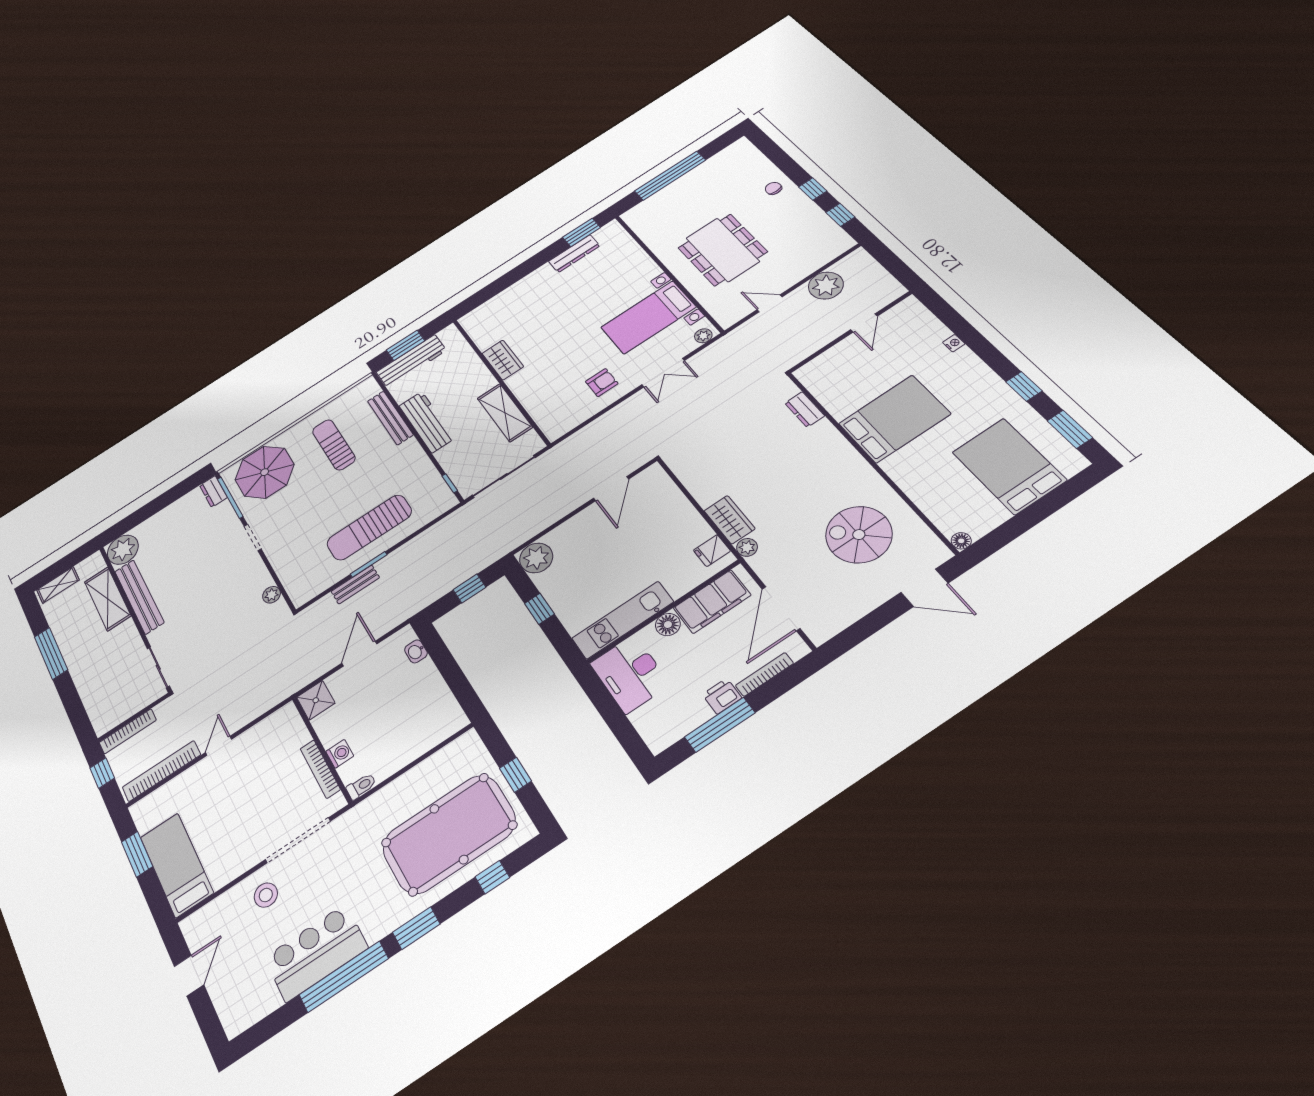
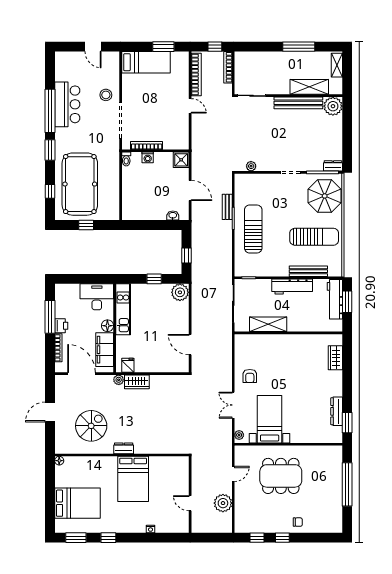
wardrobe: (503, 360) -> (335, 358), moved, turned 90
dresser: (805, 409) -> (124, 448), moved
sun lounger: (334, 445) -> (314, 237), width x1.36, depth x1.34
door: (924, 588) -> (50, 412), moved

